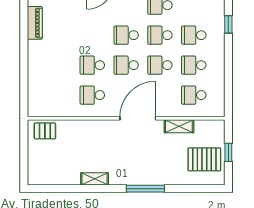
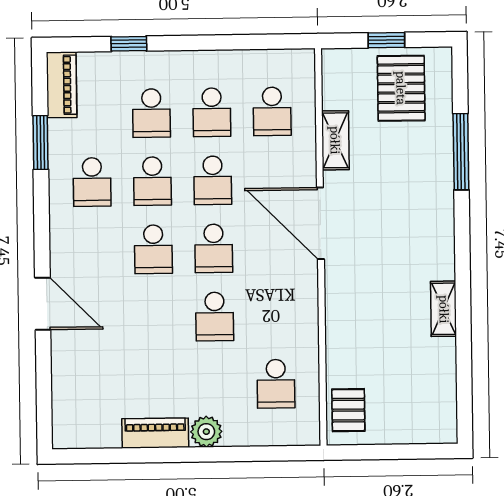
piano: (35, 23) -> (155, 433), moved
plant: (35, 60) -> (206, 432), added
school desk: (92, 95) -> (276, 384), moved
window: (145, 189) -> (461, 152), moved

